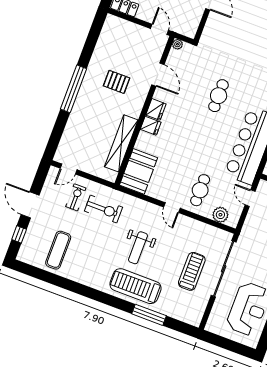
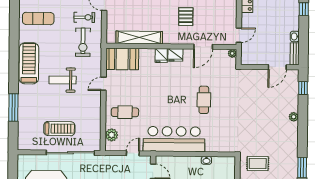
cafe table: (219, 96) -> (204, 100), turned 90
door: (172, 208) -> (103, 84), moved
treadmill: (135, 286) -> (29, 63), moved

